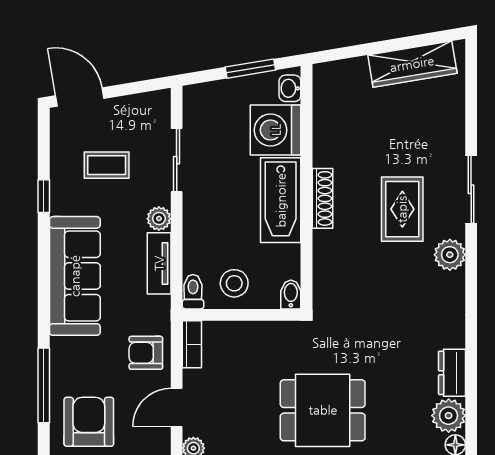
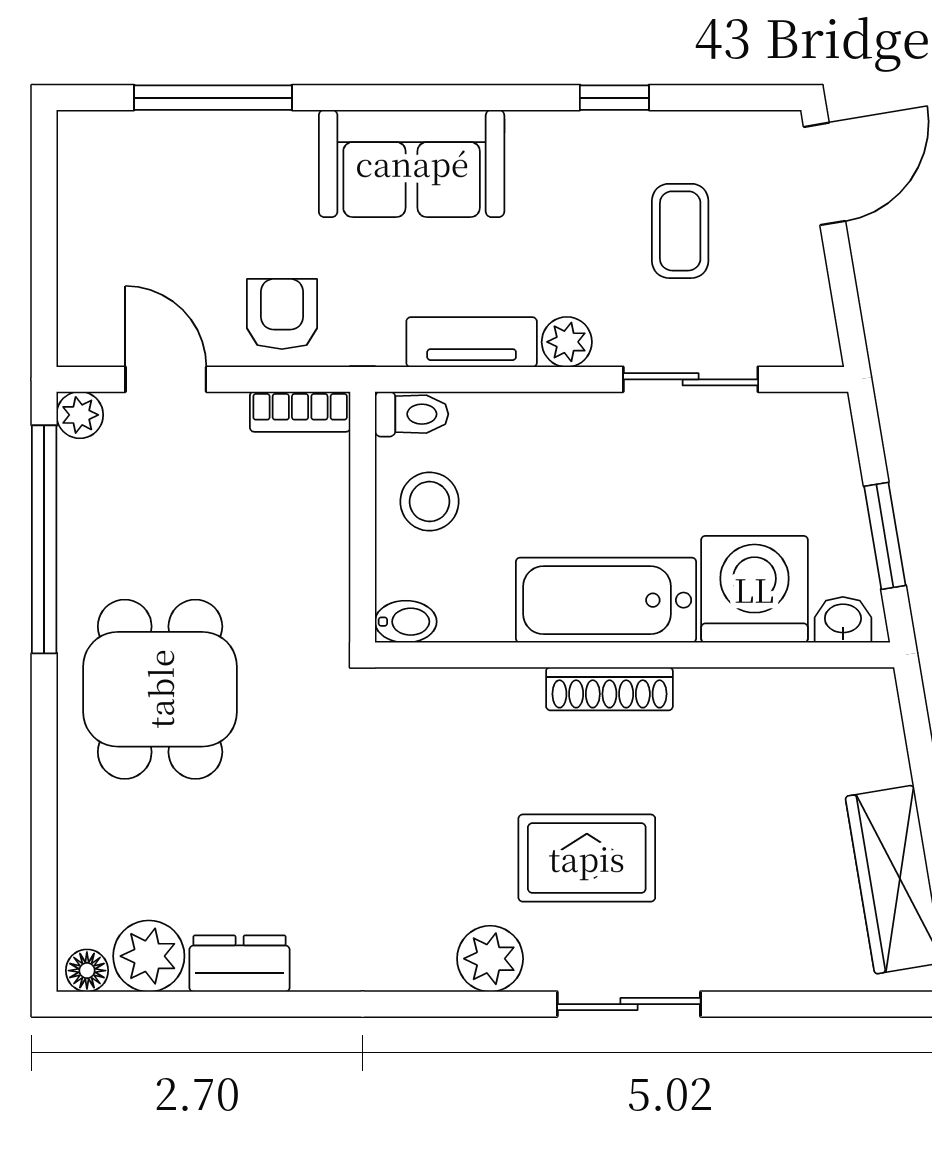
sofa: (75, 276) -> (412, 163), width x0.73
armchair: (89, 422) -> (136, 193), removed

